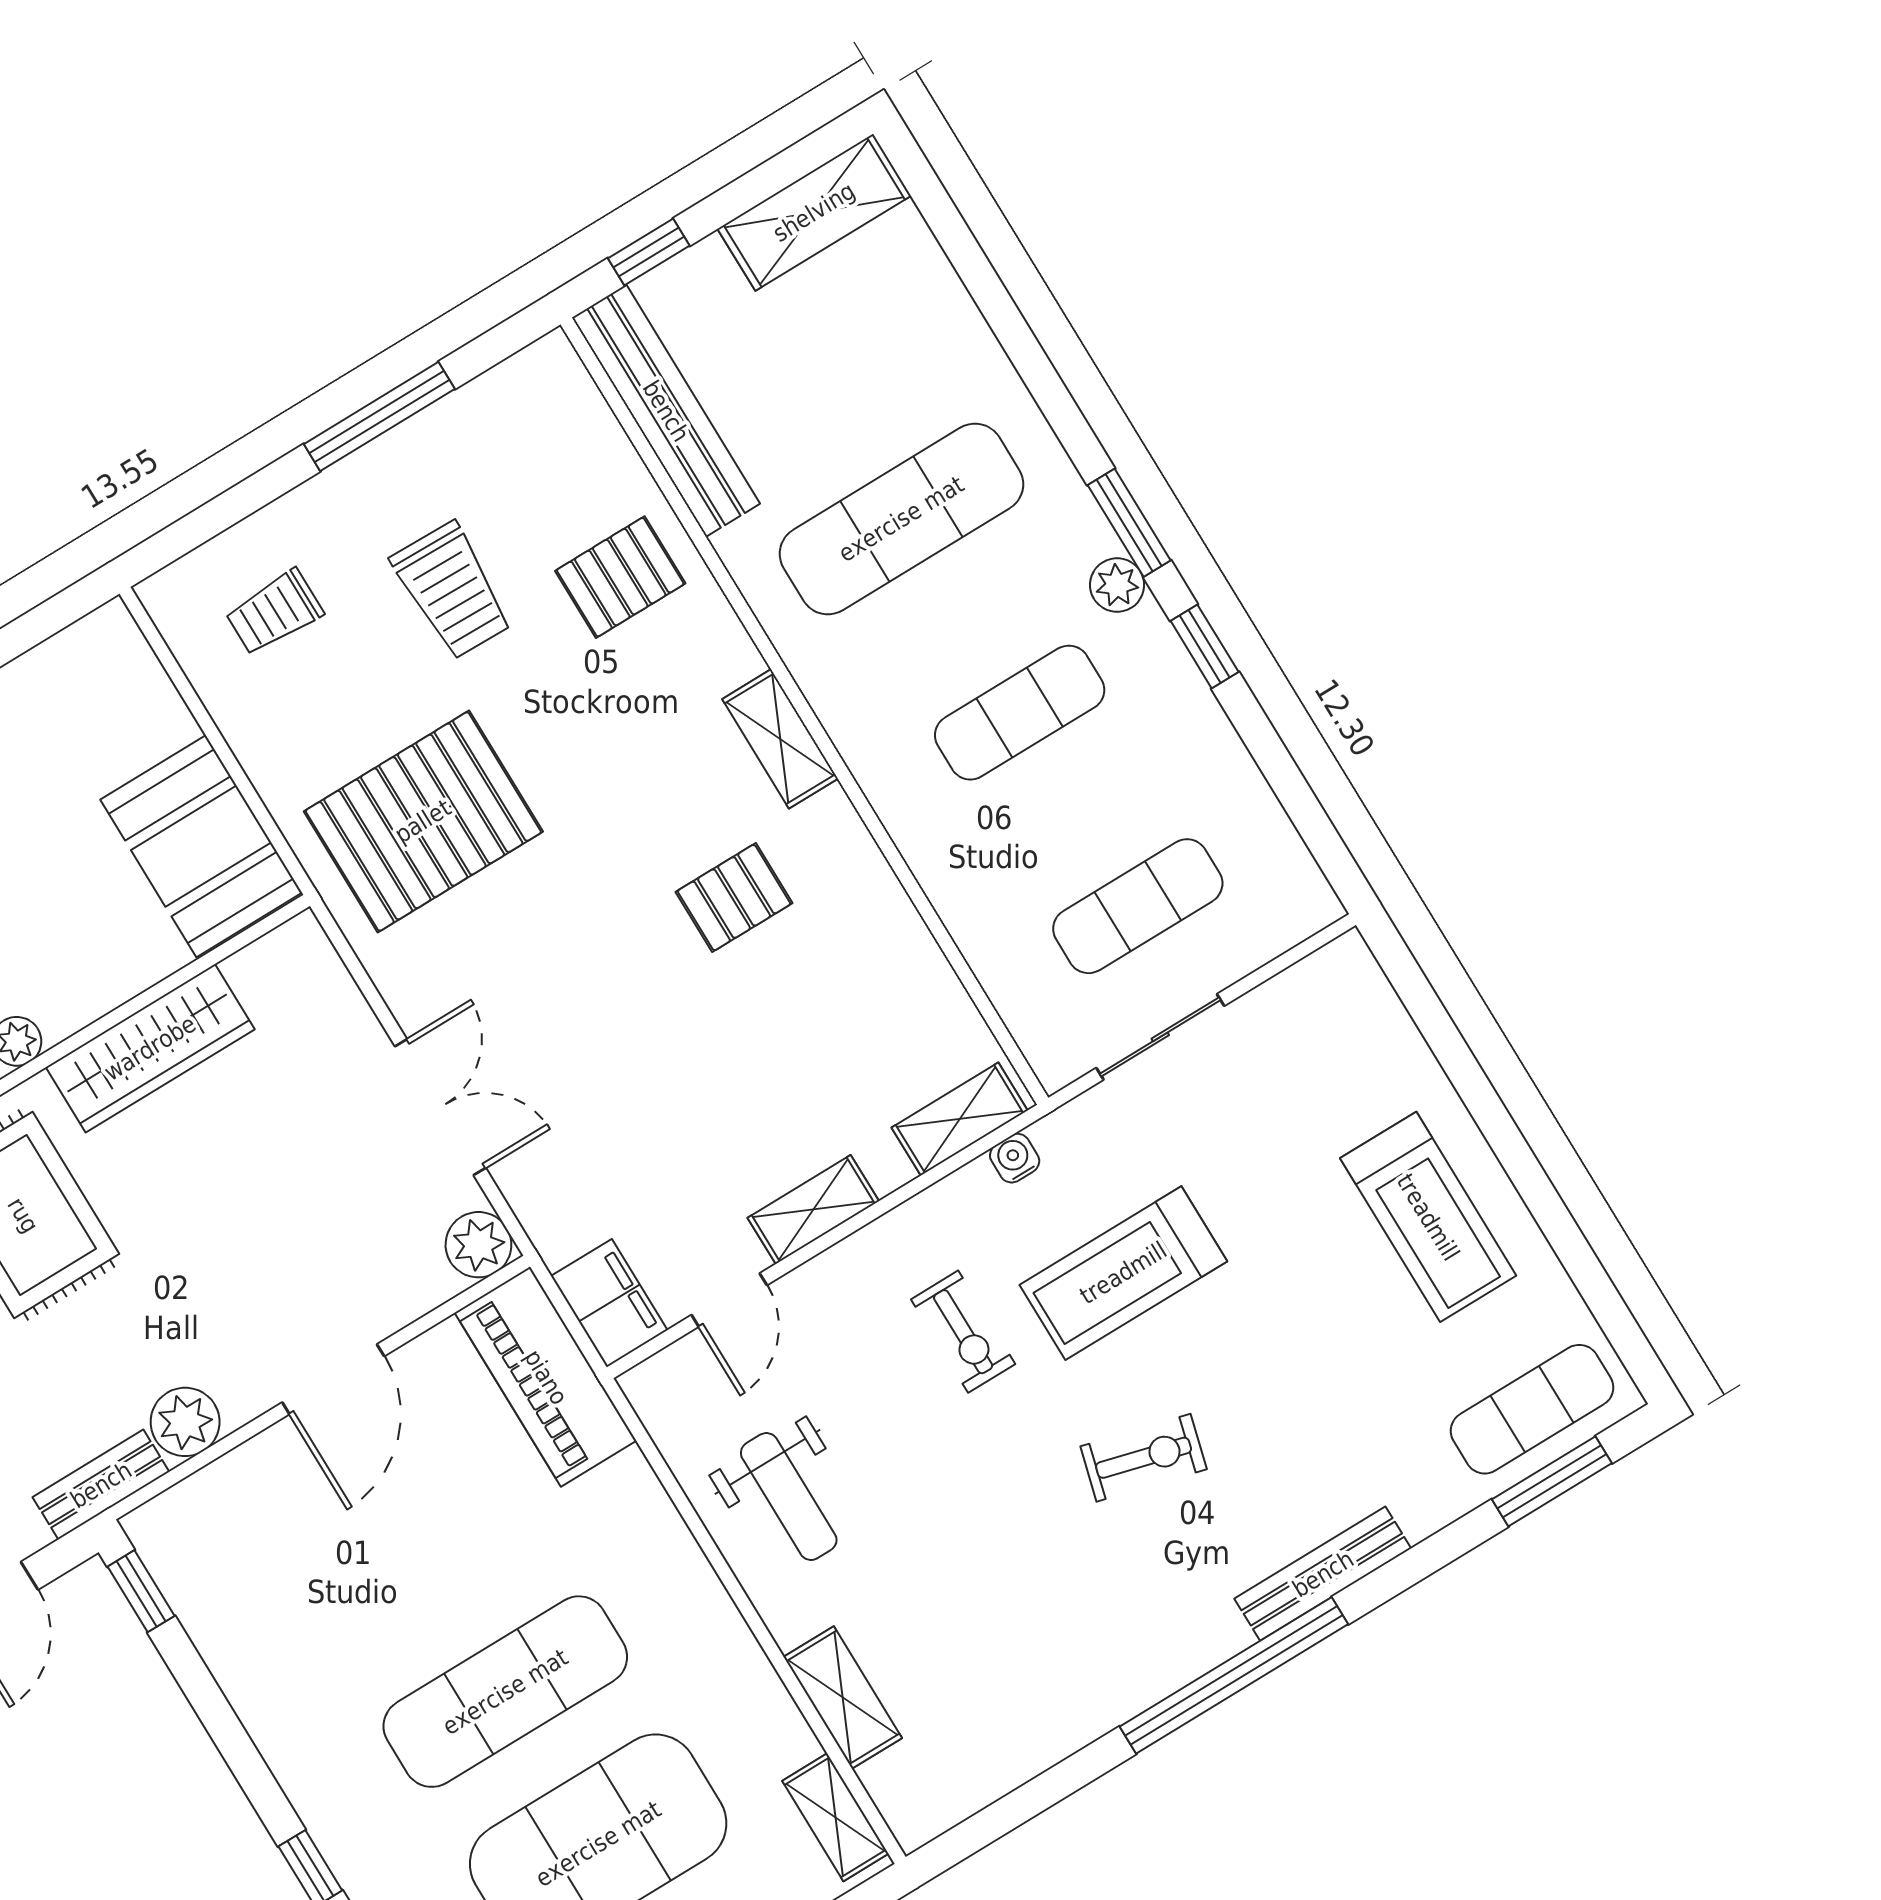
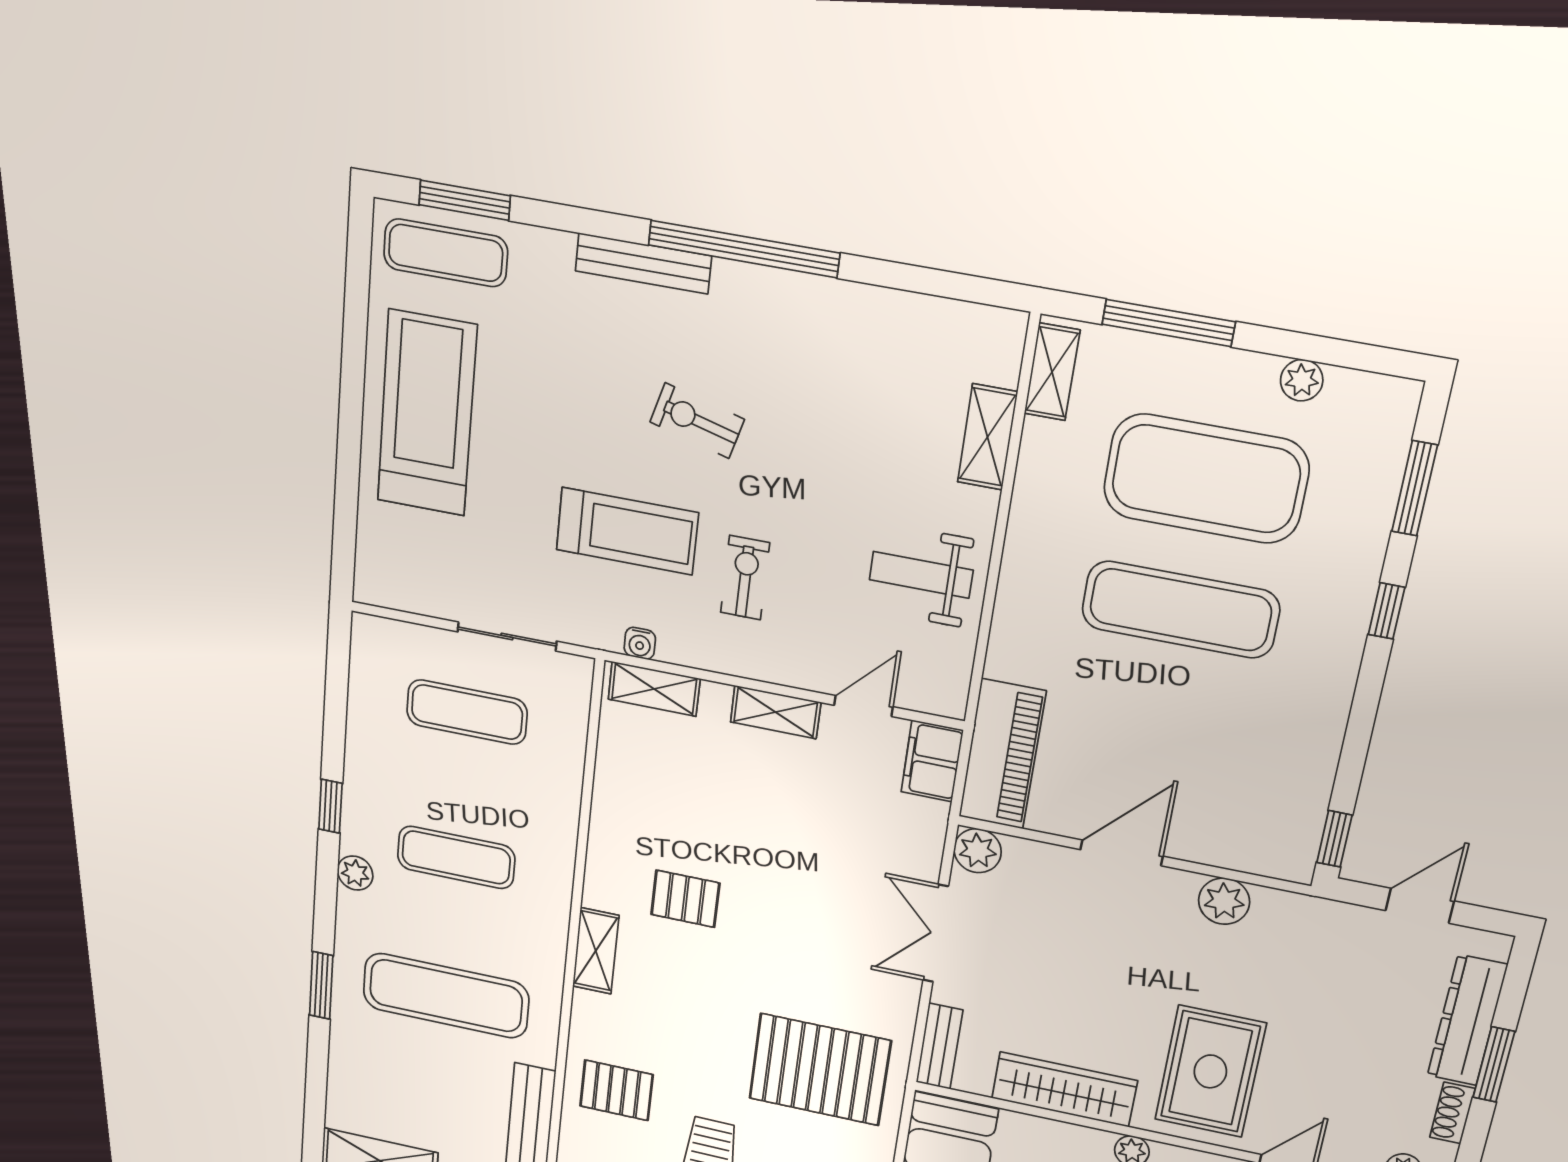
window: (1129, 523) -> (321, 985), moved
treadmill: (1428, 1217) -> (427, 413), width x1.37, depth x1.38
bench: (101, 1485) -> (939, 1046), moved, turned 90
weight bench: (789, 1497) -> (921, 575), turned -90

